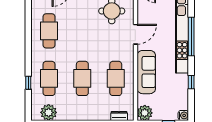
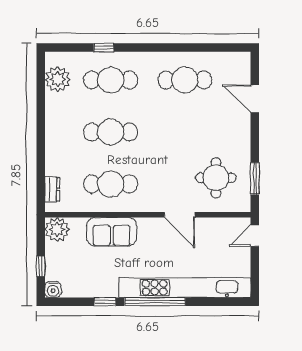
window: (191, 36) -> (155, 302), moved
sofa: (146, 72) -> (112, 232), width x0.73

